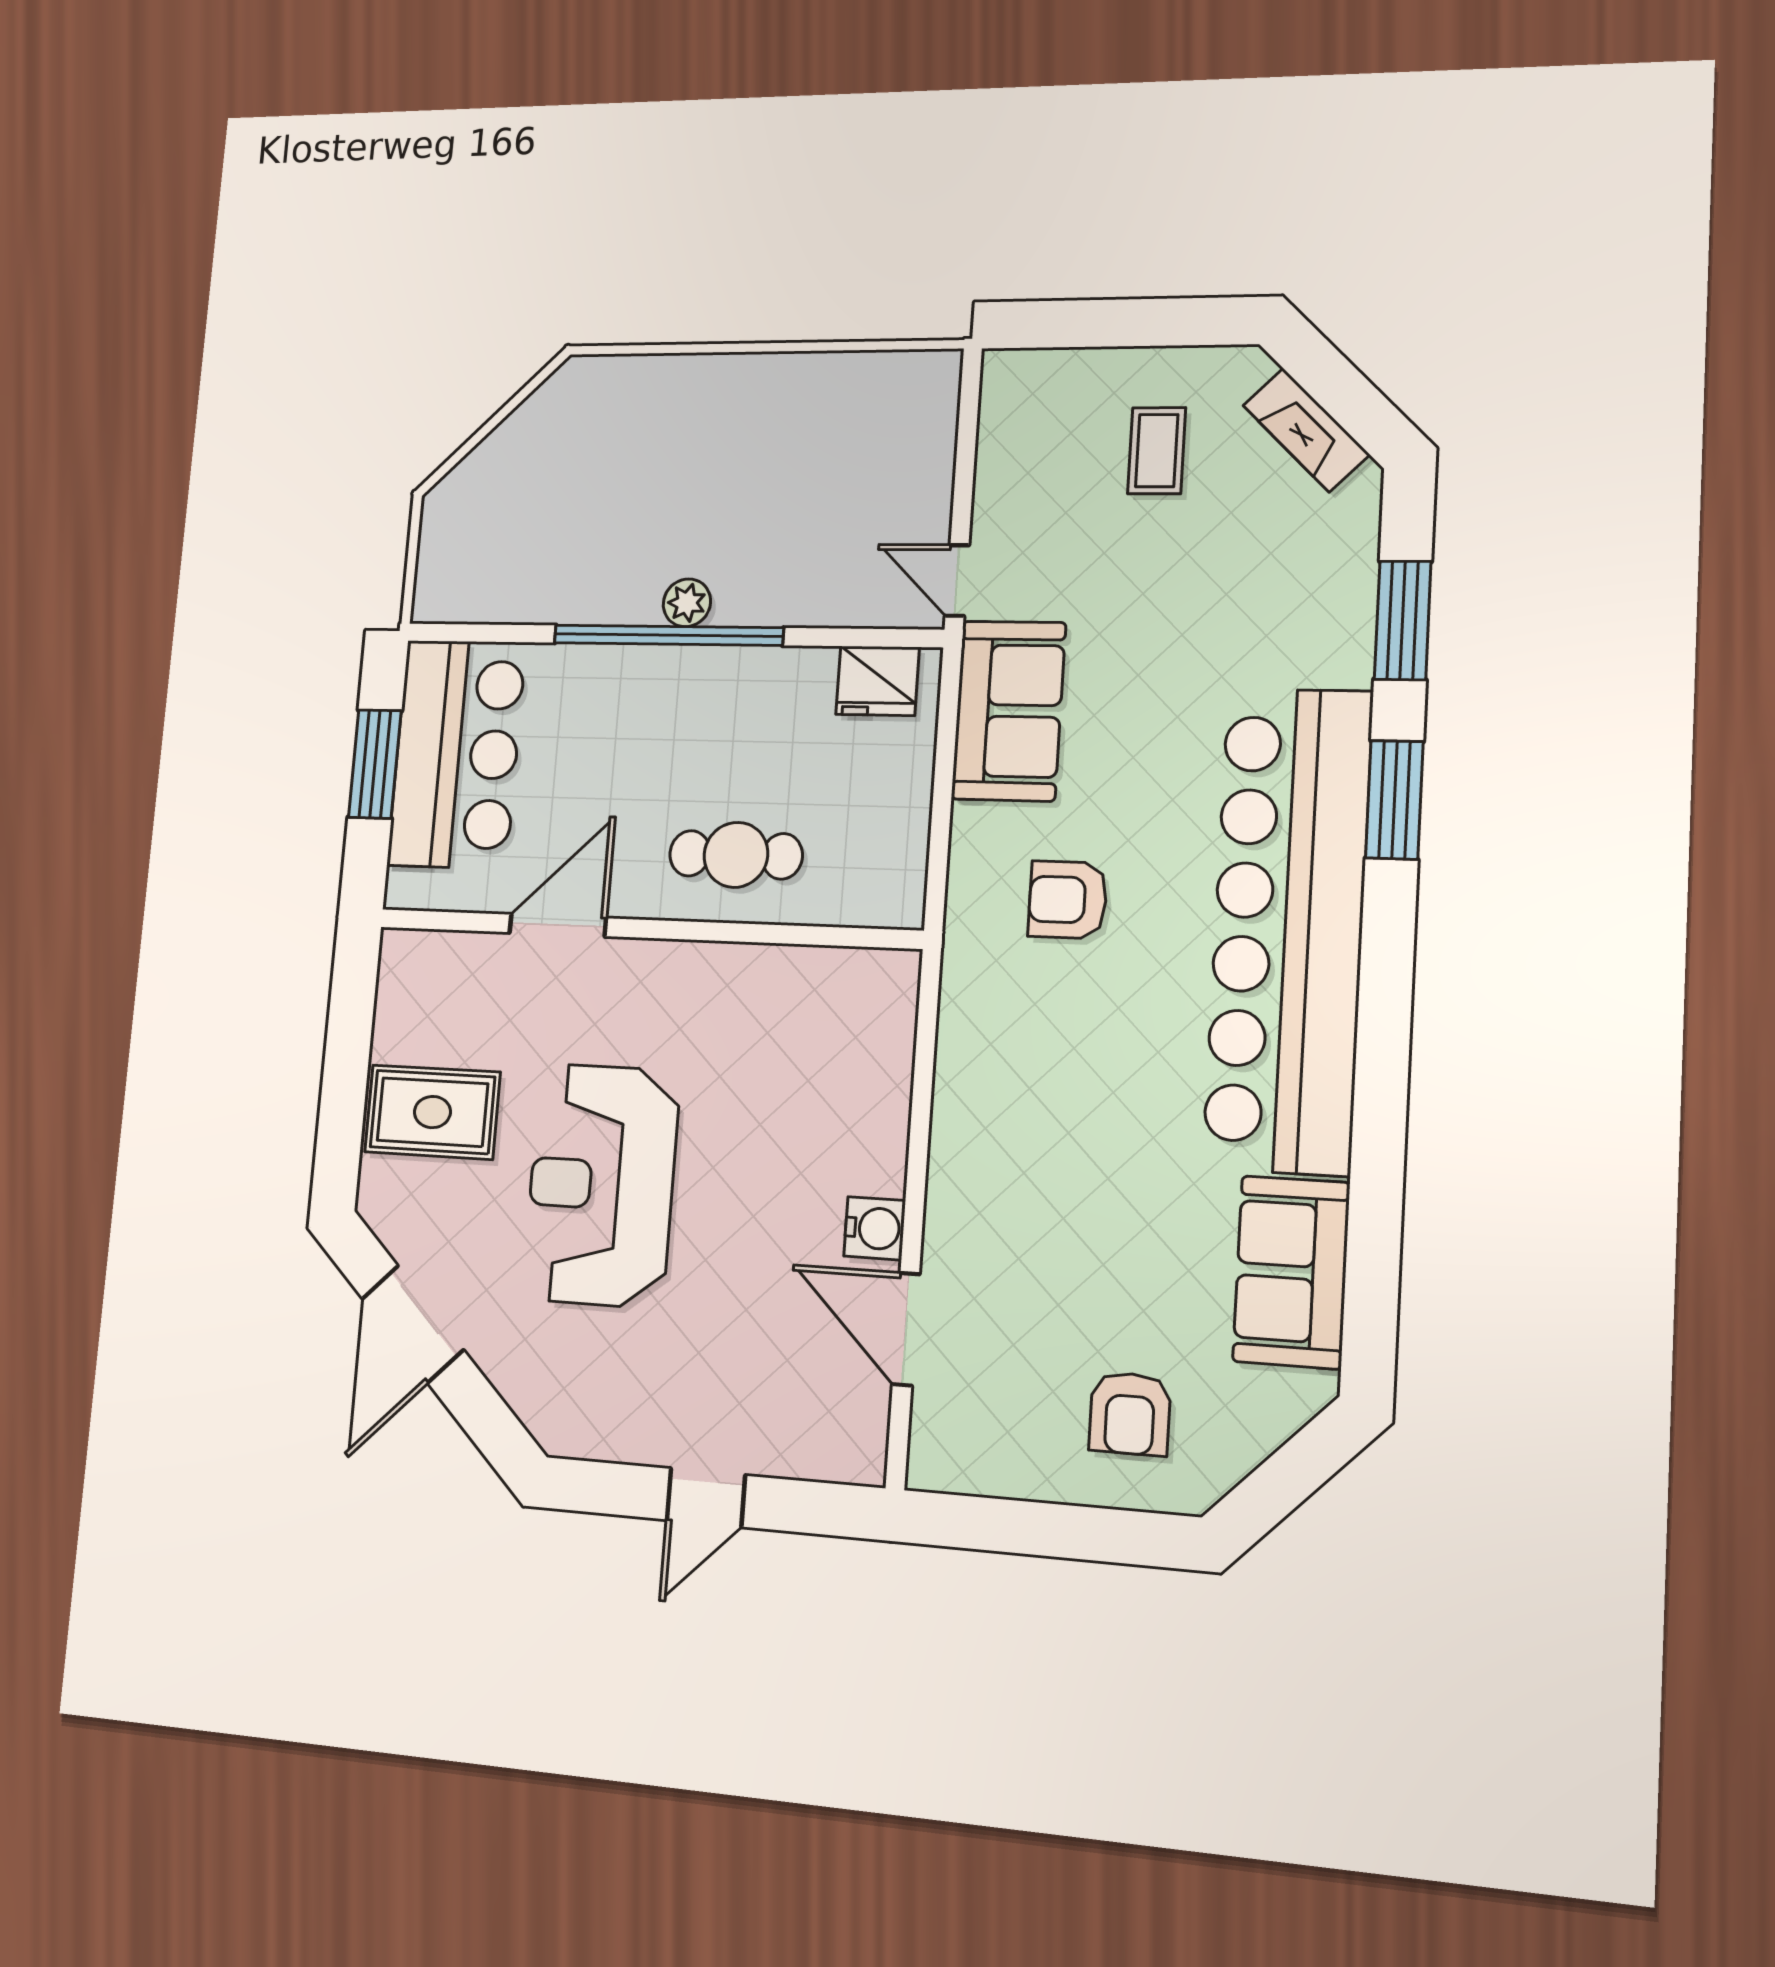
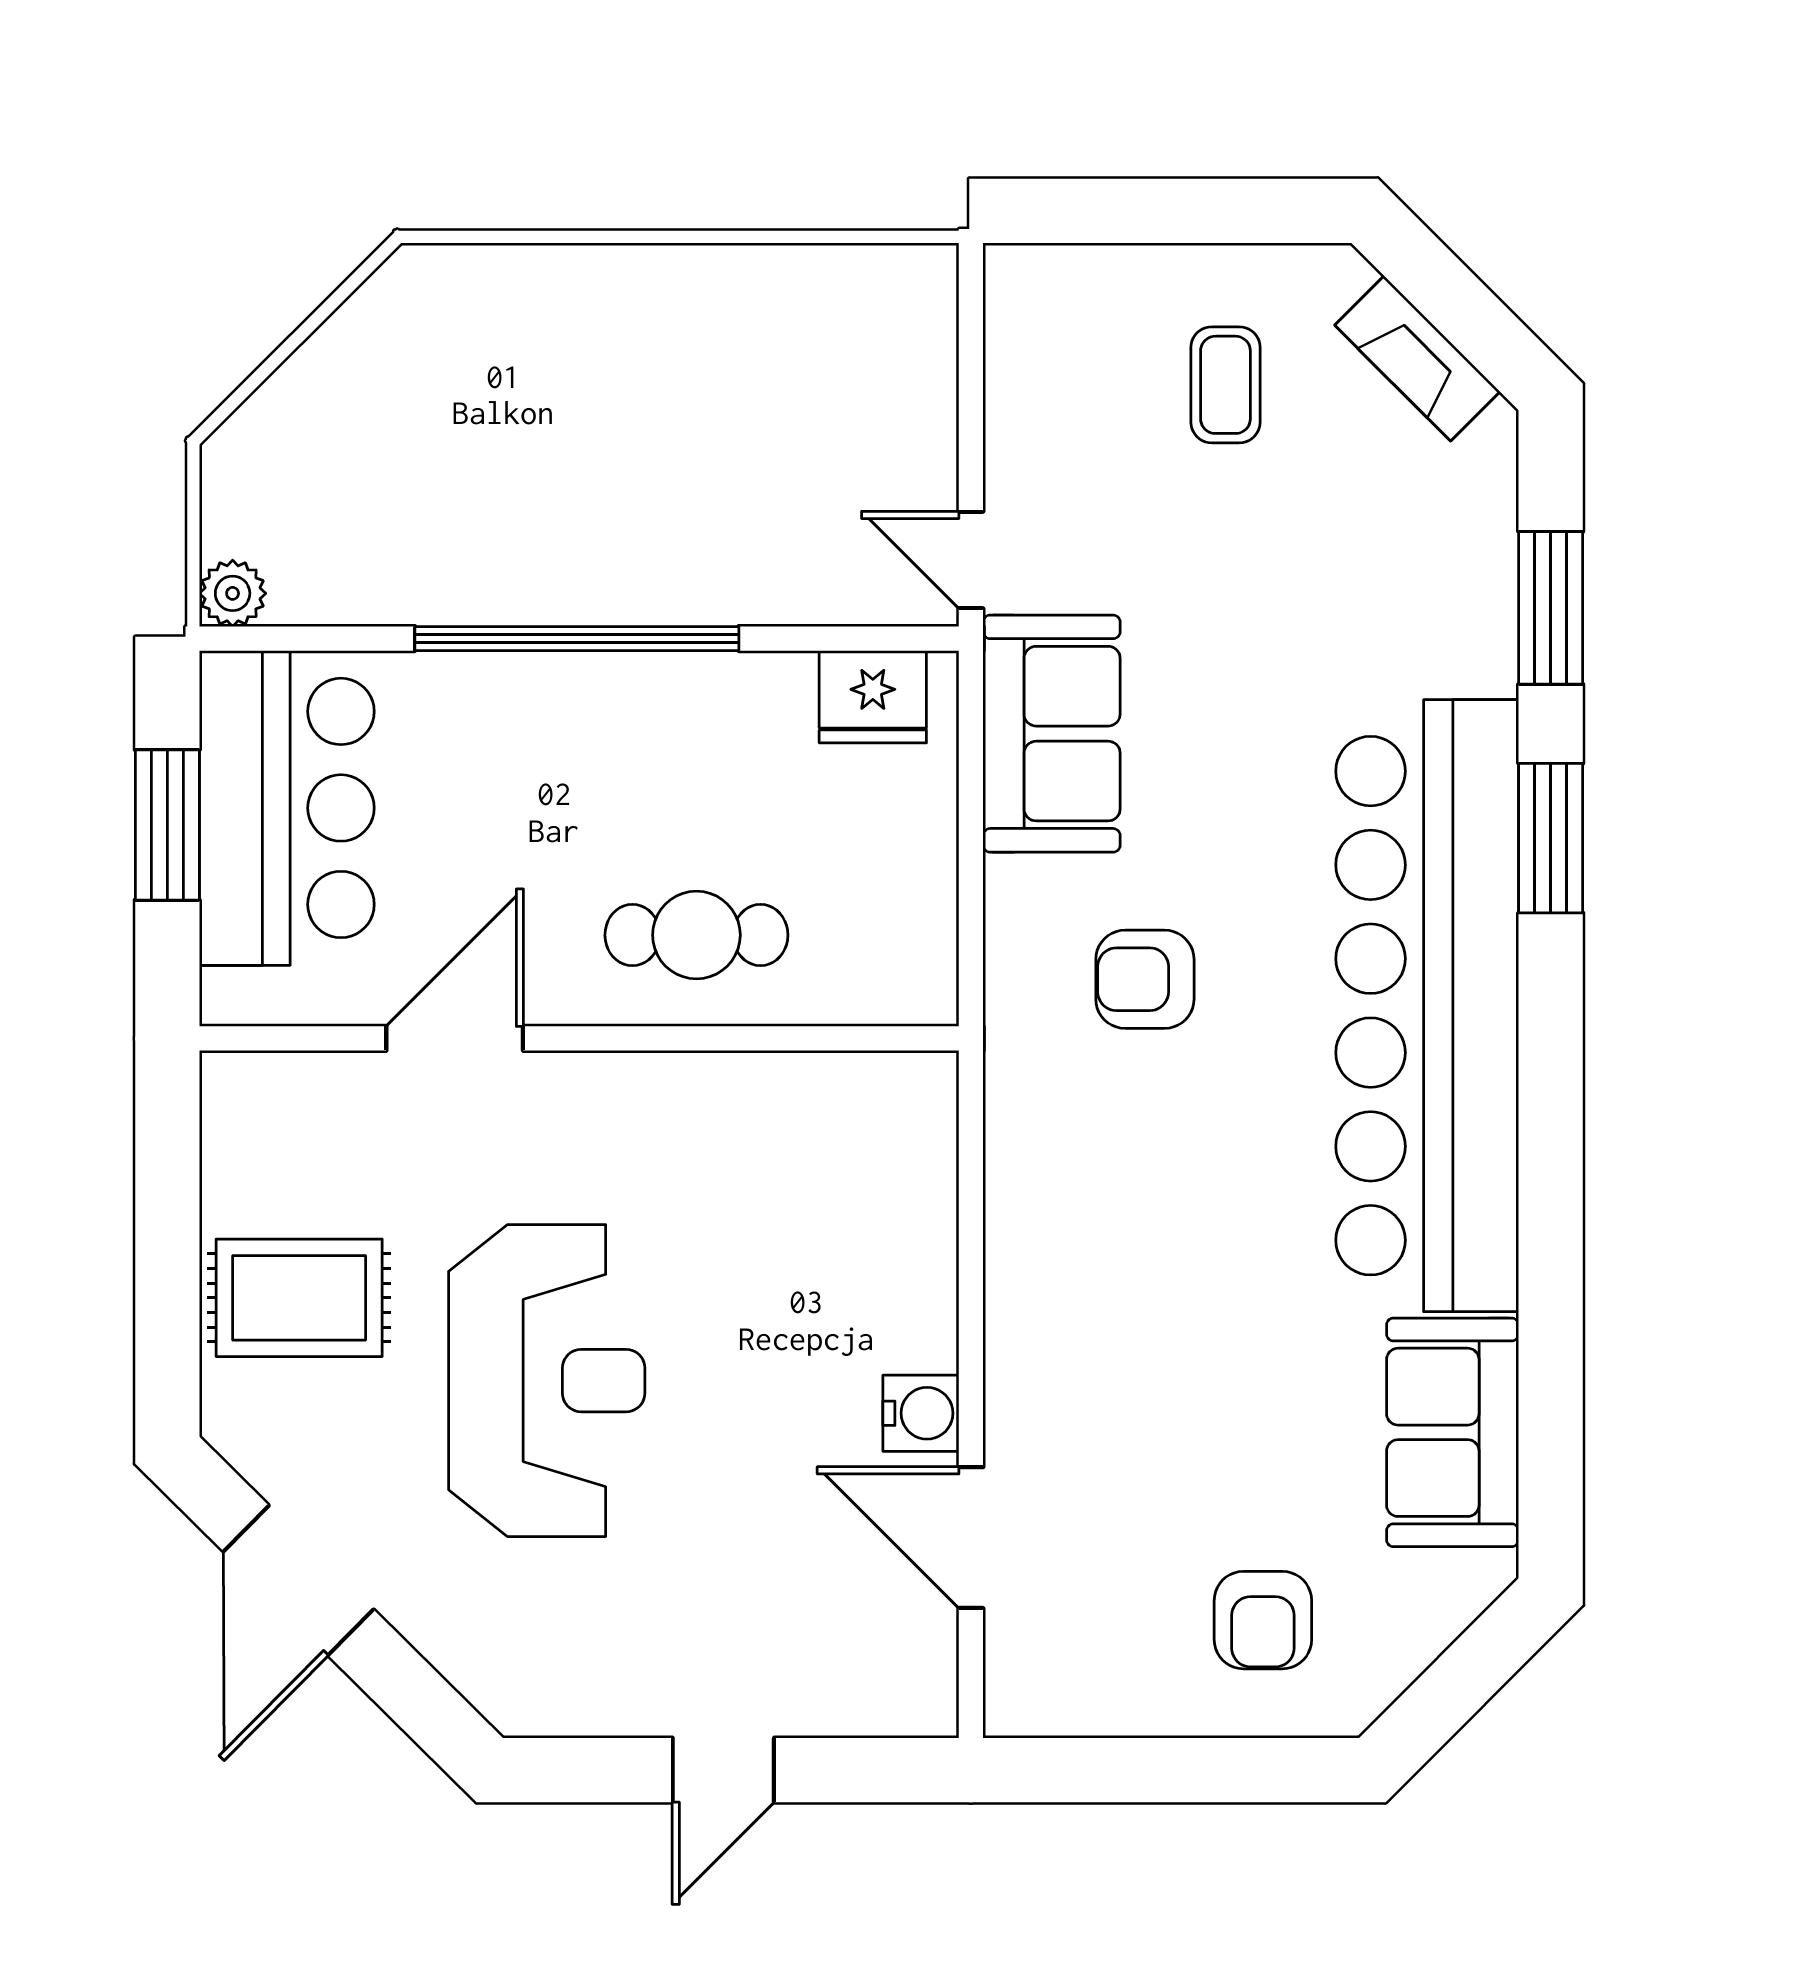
plant: (687, 603) -> (233, 593), moved
reception desk: (601, 1185) -> (547, 1381), turned 180

